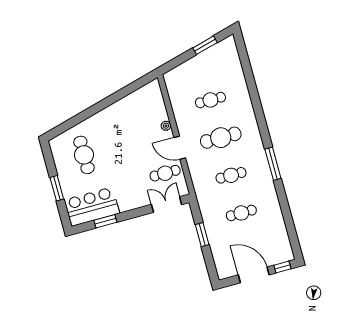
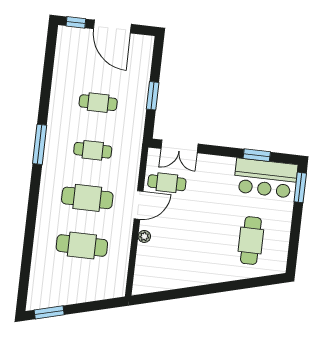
window: (205, 45) -> (49, 312), moved
cafe table: (210, 100) -> (82, 245), width x1.37, depth x1.35
door: (180, 148) -> (139, 205), hinge flipped
window: (57, 188) -> (300, 187), moved

